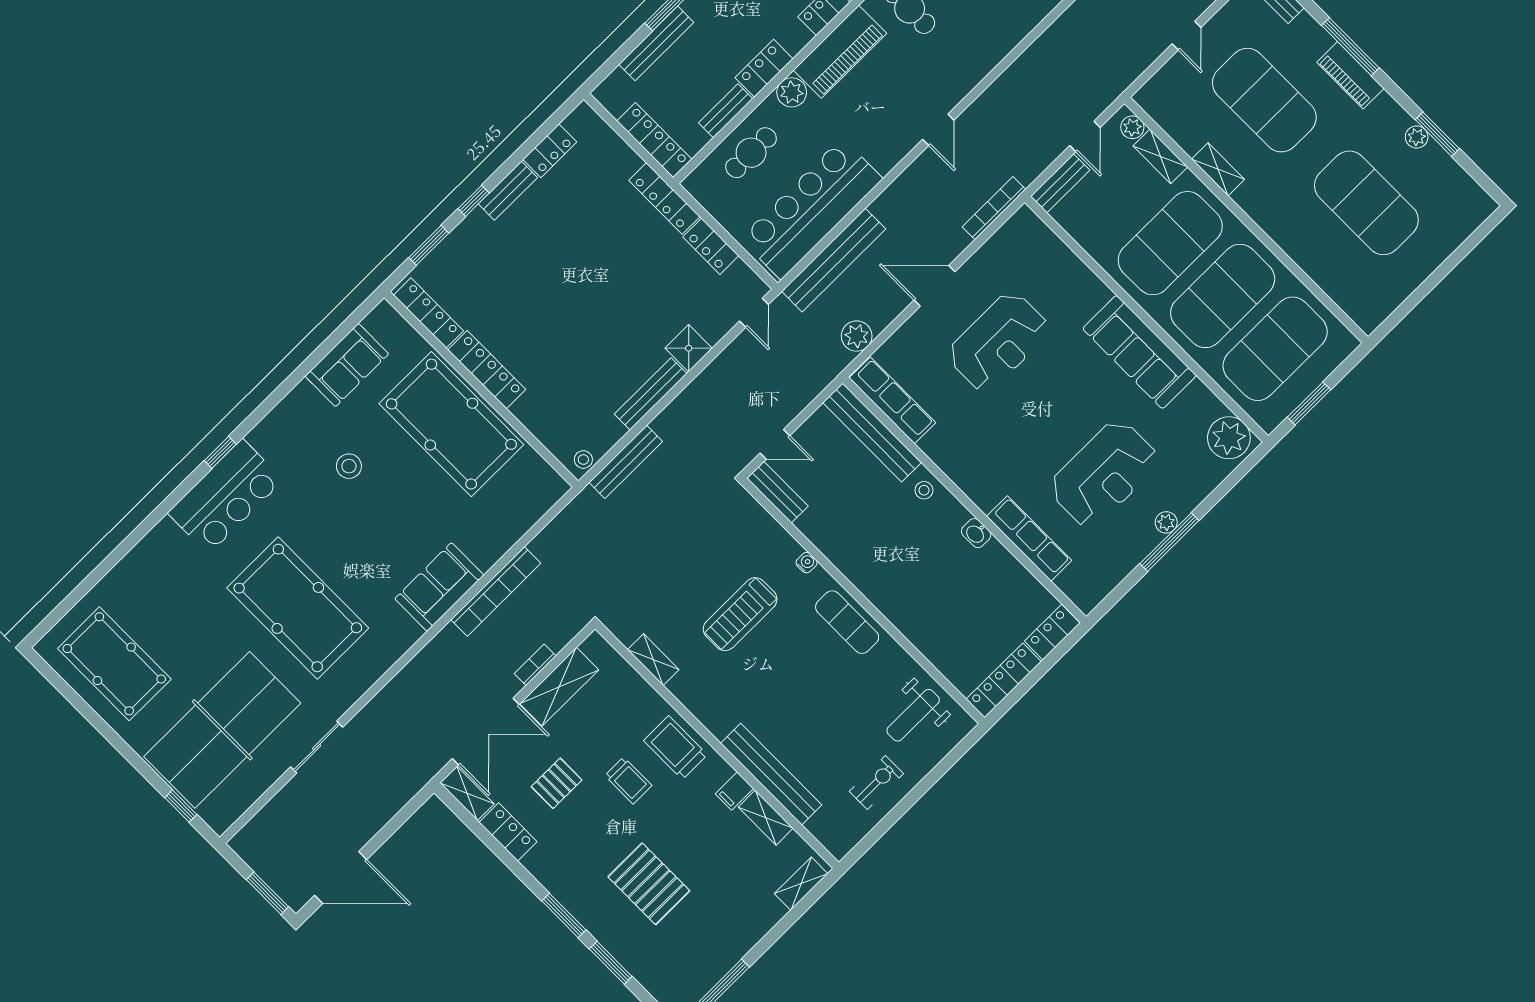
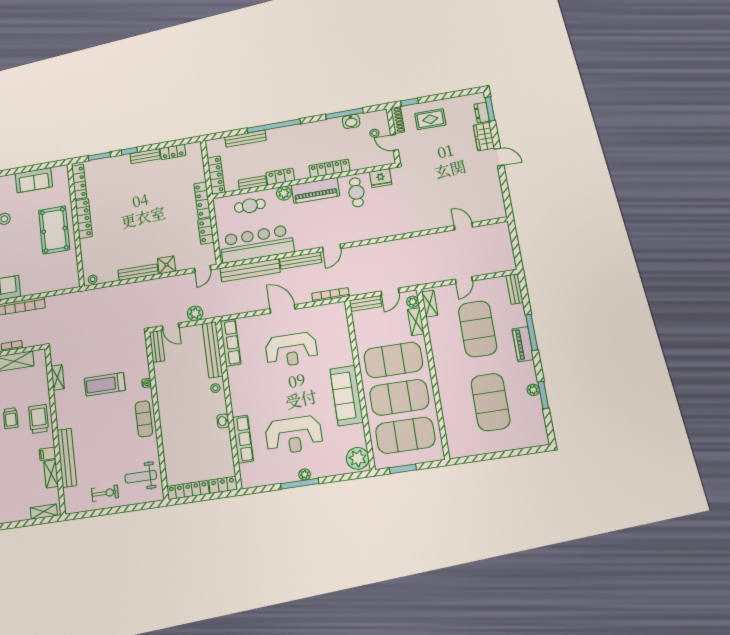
shelving: (1218, 169) -> (430, 304), moved
plant: (857, 336) -> (195, 313), moved
pool table: (451, 424) -> (54, 230), width x0.73, depth x0.76
bench: (626, 462) -> (301, 260), moved

